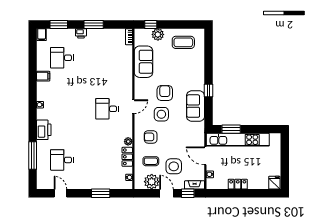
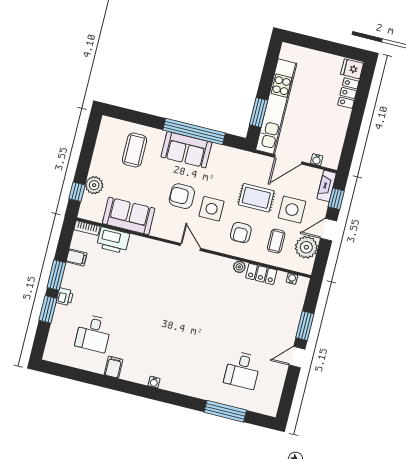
window: (59, 24) -> (48, 309), moved
filing cabinet: (42, 35) -> (76, 257), moved
coffee table: (183, 42) -> (135, 150), moved
window: (208, 91) -> (194, 132), width x3.17
sofa: (196, 106) -> (186, 150), moved
desk: (107, 109) -> (184, 286), removed
printer: (44, 130) -> (113, 240), moved, turned 180
rug: (176, 141) -> (256, 198), added
locker: (238, 184) -> (348, 93), moved
door: (60, 193) -> (297, 357), moved

